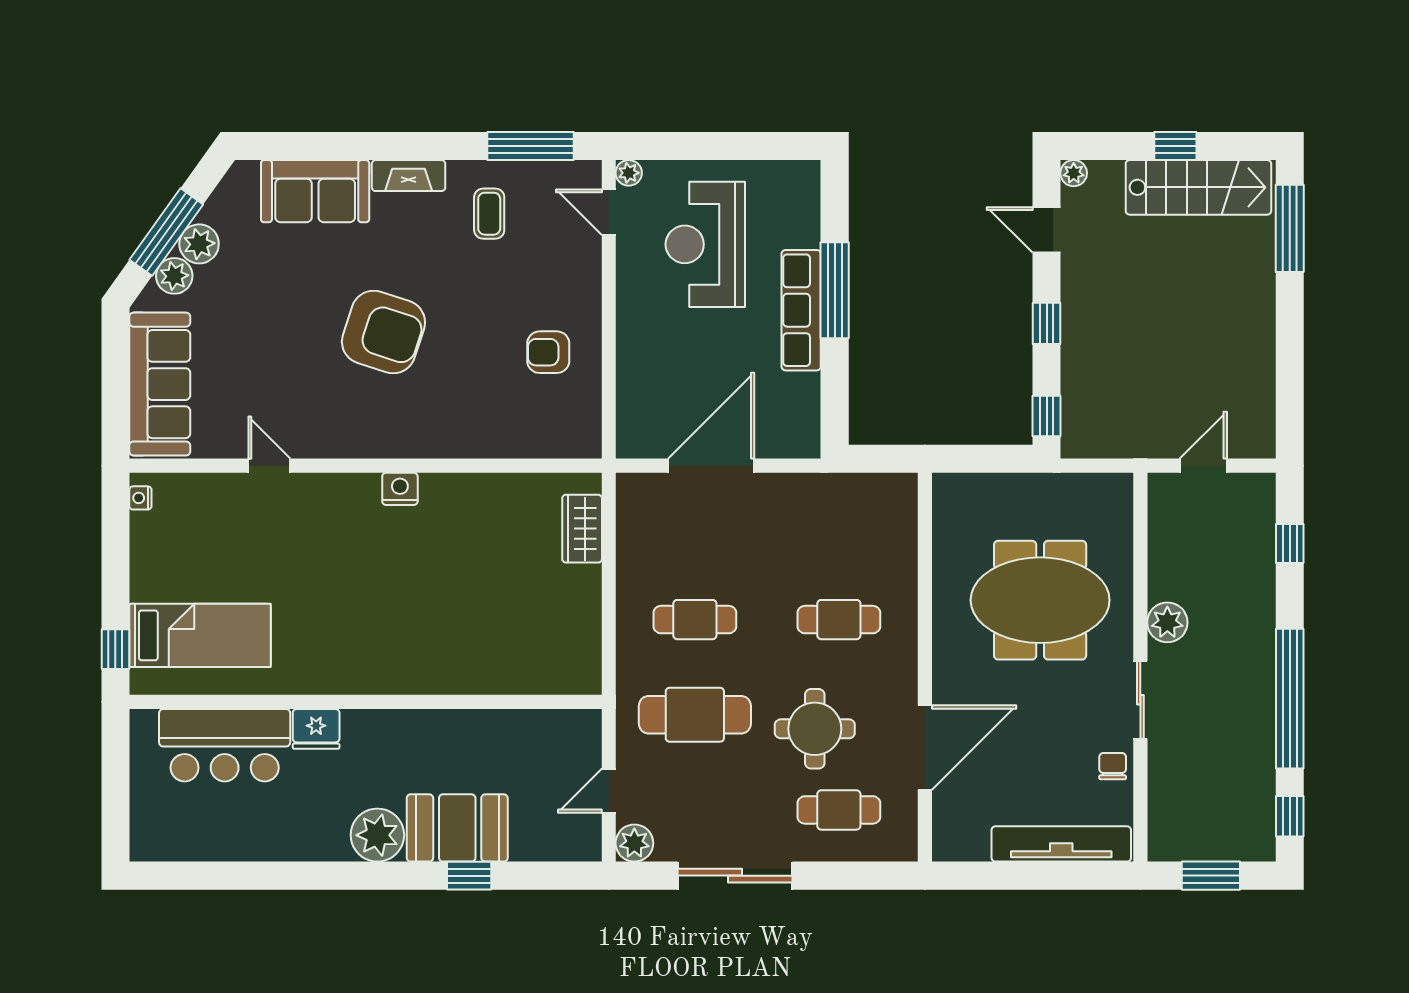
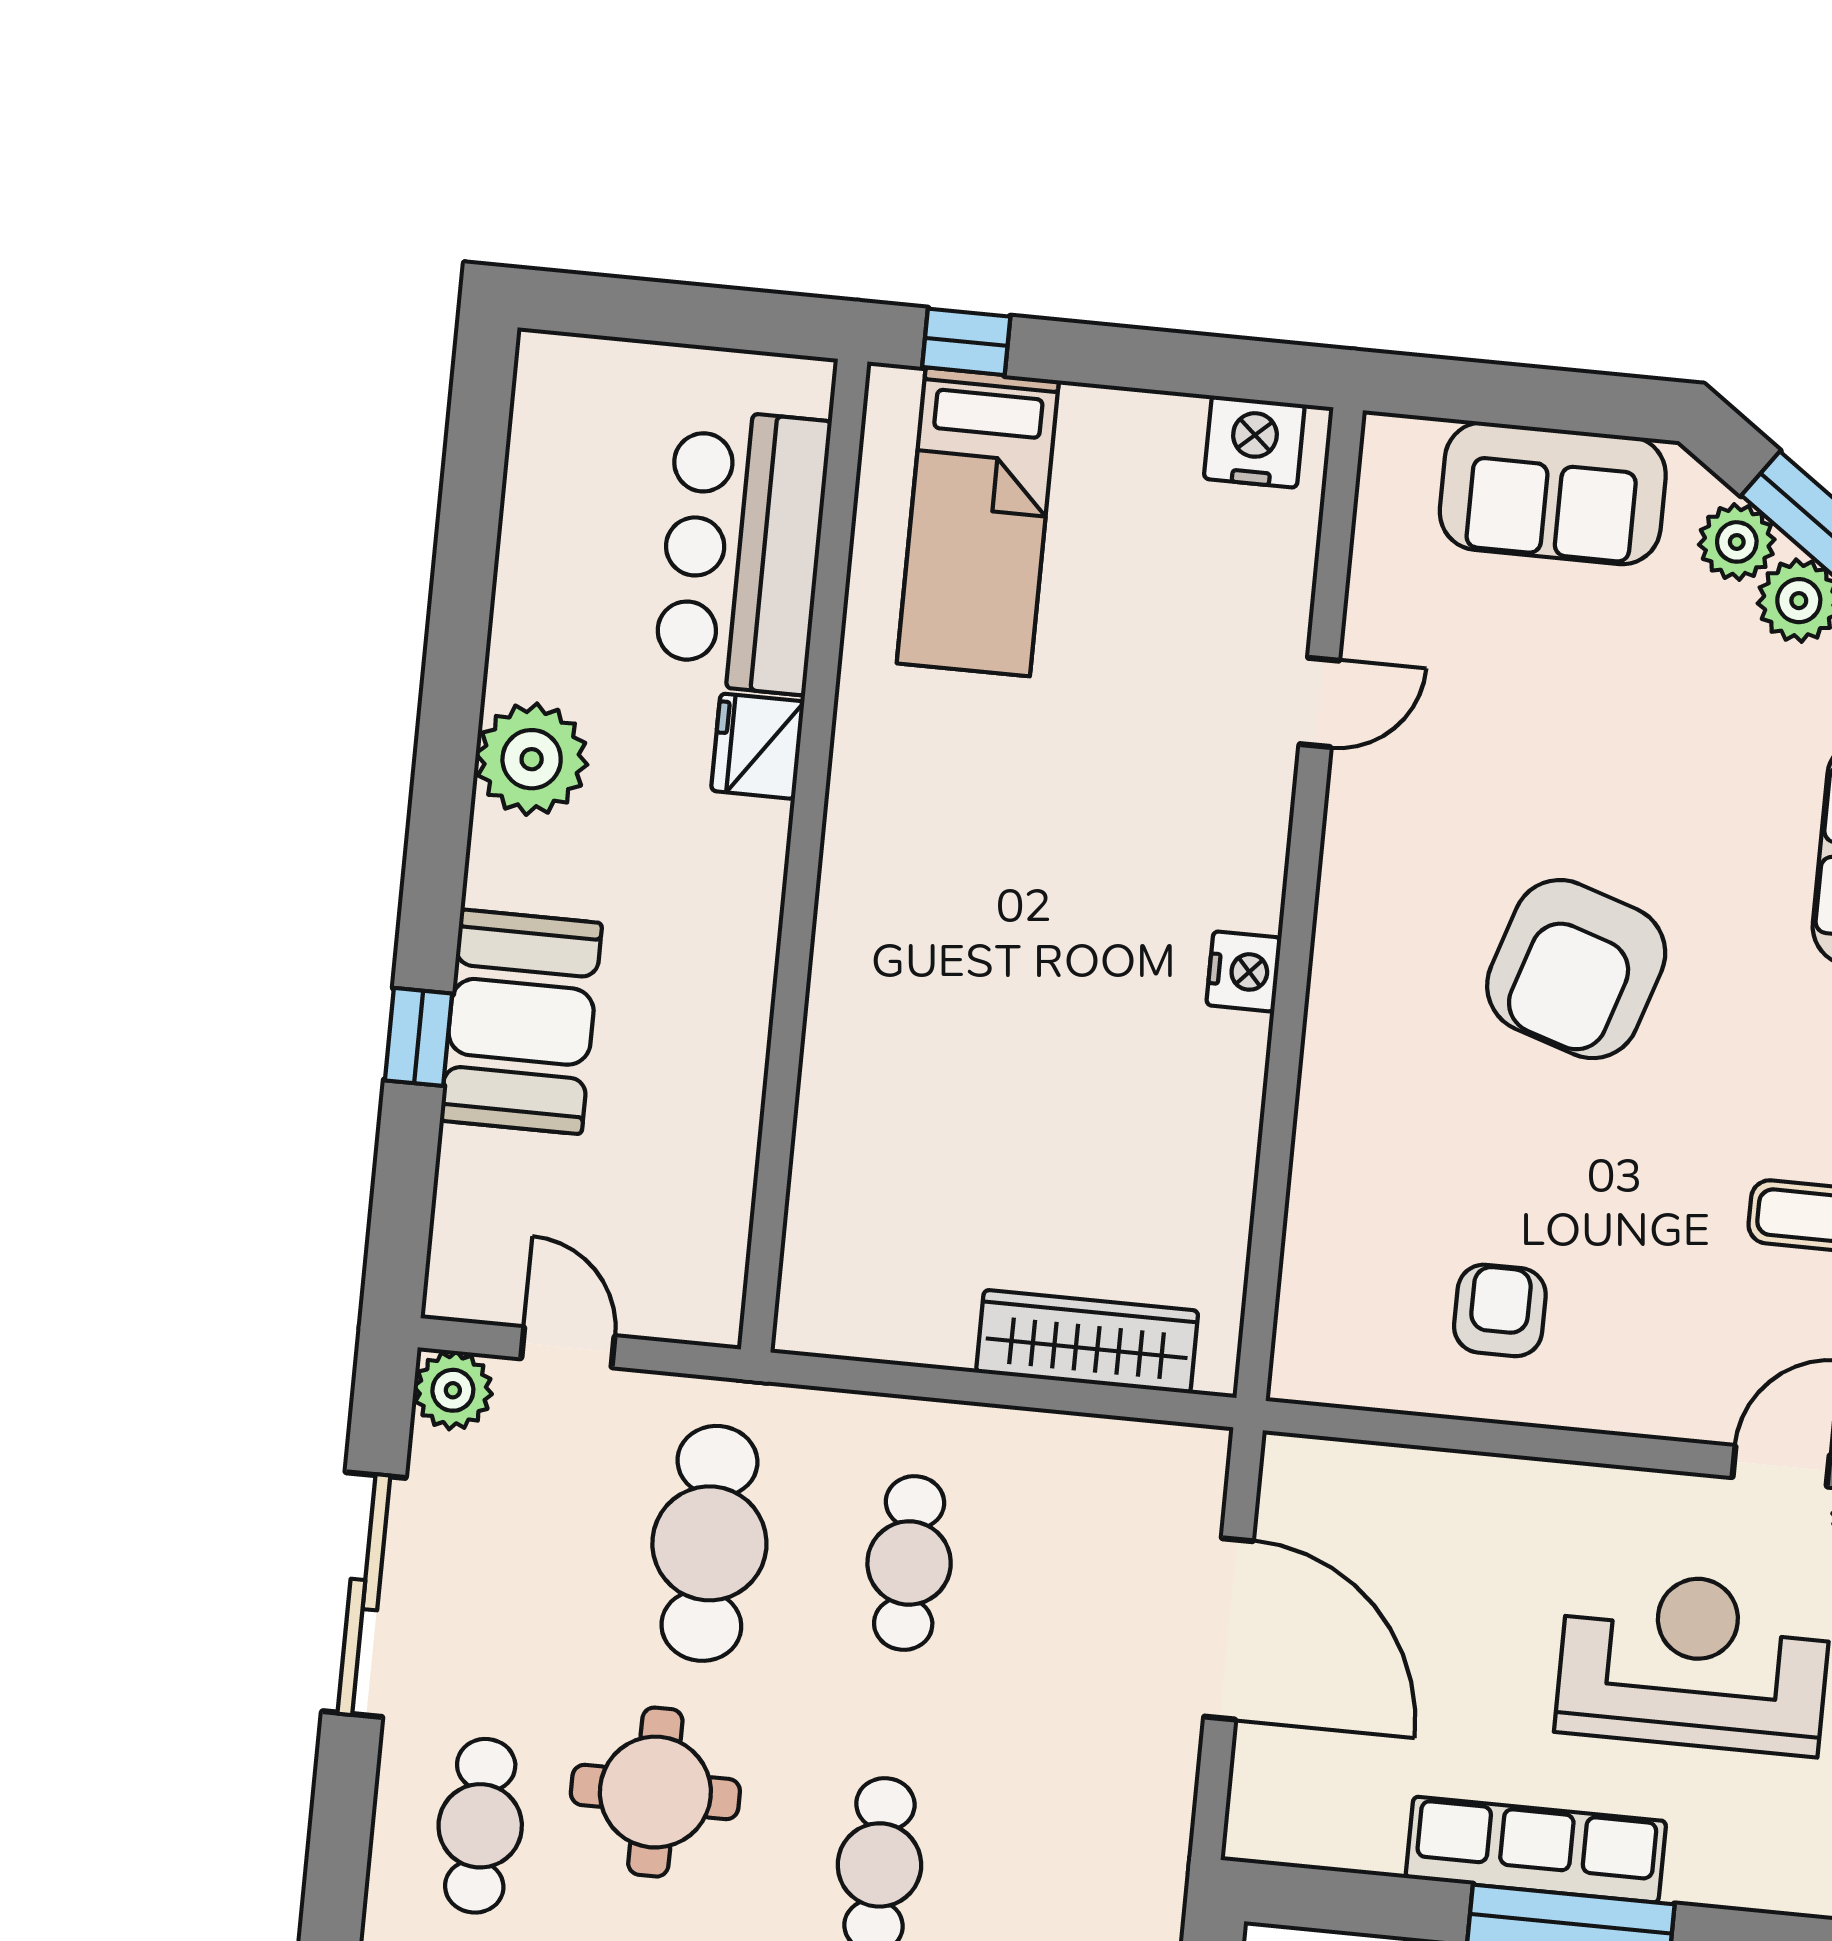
sofa: (160, 384) -> (1553, 493), width x0.73
nightstand: (140, 498) -> (1254, 442), width x1.89, depth x1.79
wardrobe: (582, 529) -> (1087, 1342), width x1.50
plant: (377, 835) -> (532, 759), moved

